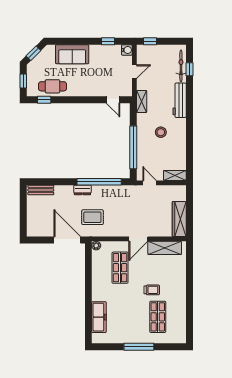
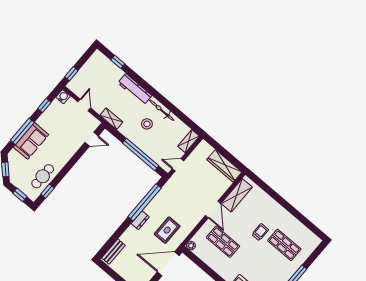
window: (74, 41) -> (22, 131), added
bicycle: (181, 66) -> (162, 110), moved

